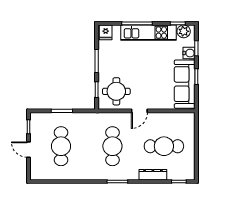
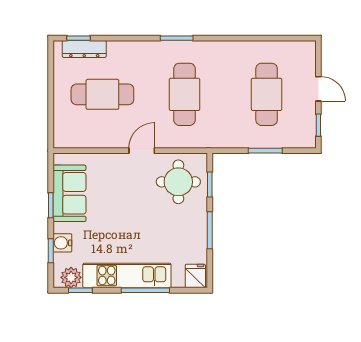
sofa: (185, 84) -> (69, 193), width x0.73
dresser: (153, 175) -> (84, 49), moved

